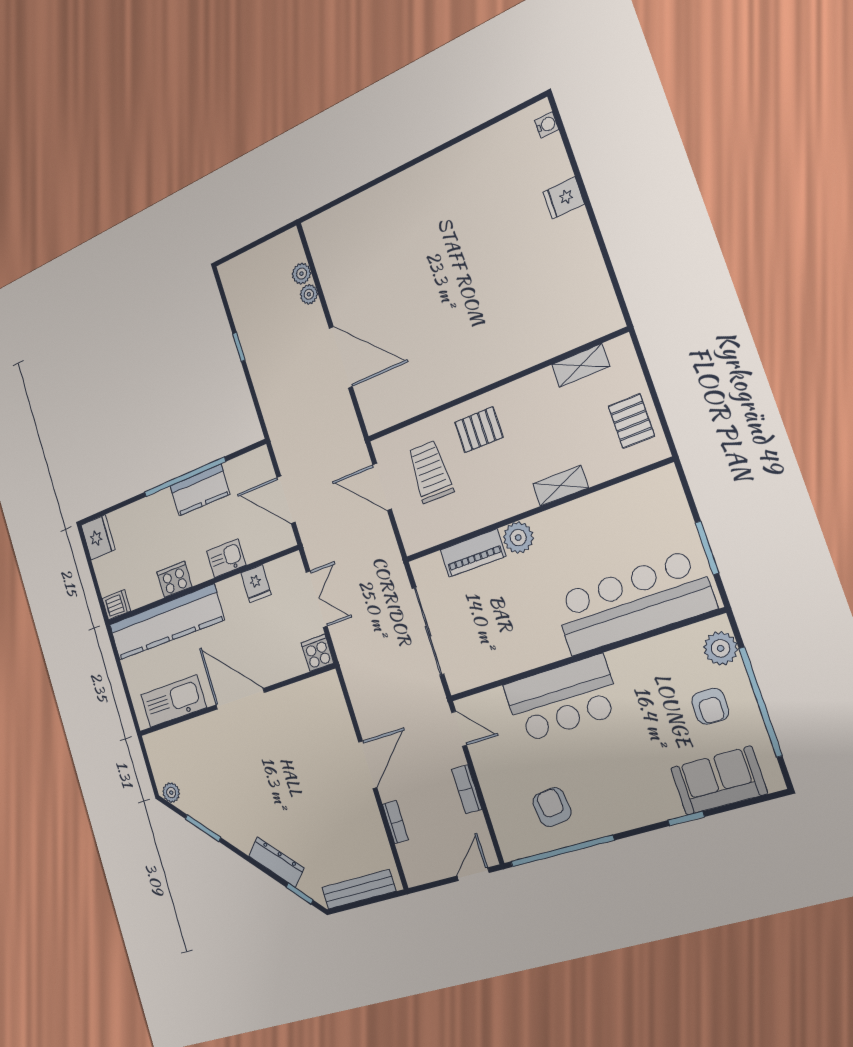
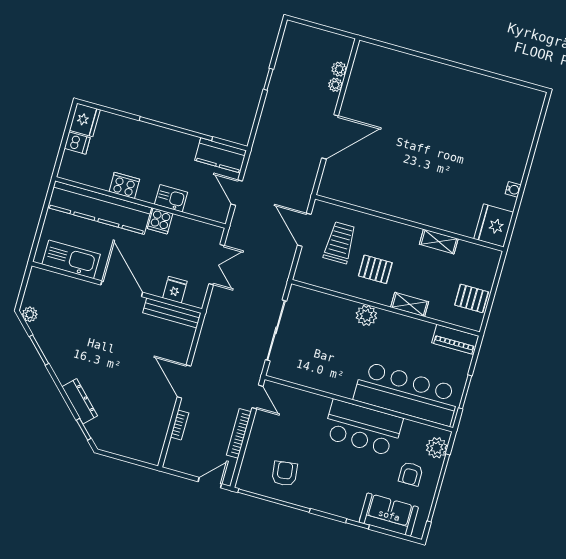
water cooler: (547, 125) -> (513, 189), moved
fridge: (564, 198) -> (494, 226), moved, width x1.88, depth x1.34
door: (341, 357) -> (330, 137), hinge flipped
shelving: (581, 365) -> (439, 242), moved
pallet: (631, 421) -> (472, 298), turned 90
pallet: (479, 430) -> (375, 269), moved
kitchen counter: (200, 490) -> (221, 155), moved
door: (286, 500) -> (237, 193), width x0.73
piano: (473, 553) -> (455, 339), moved
fridge: (256, 584) -> (175, 290), moved, turned 180
dishwasher: (116, 605) -> (77, 143), moved
cooker: (317, 653) -> (160, 221), moved, turned 180
bar counter: (562, 699) -> (363, 428), moved
door: (368, 765) -> (184, 382), swing flipped
bookcase: (467, 789) -> (239, 433), width x1.56
bench: (359, 889) -> (172, 313), moved

